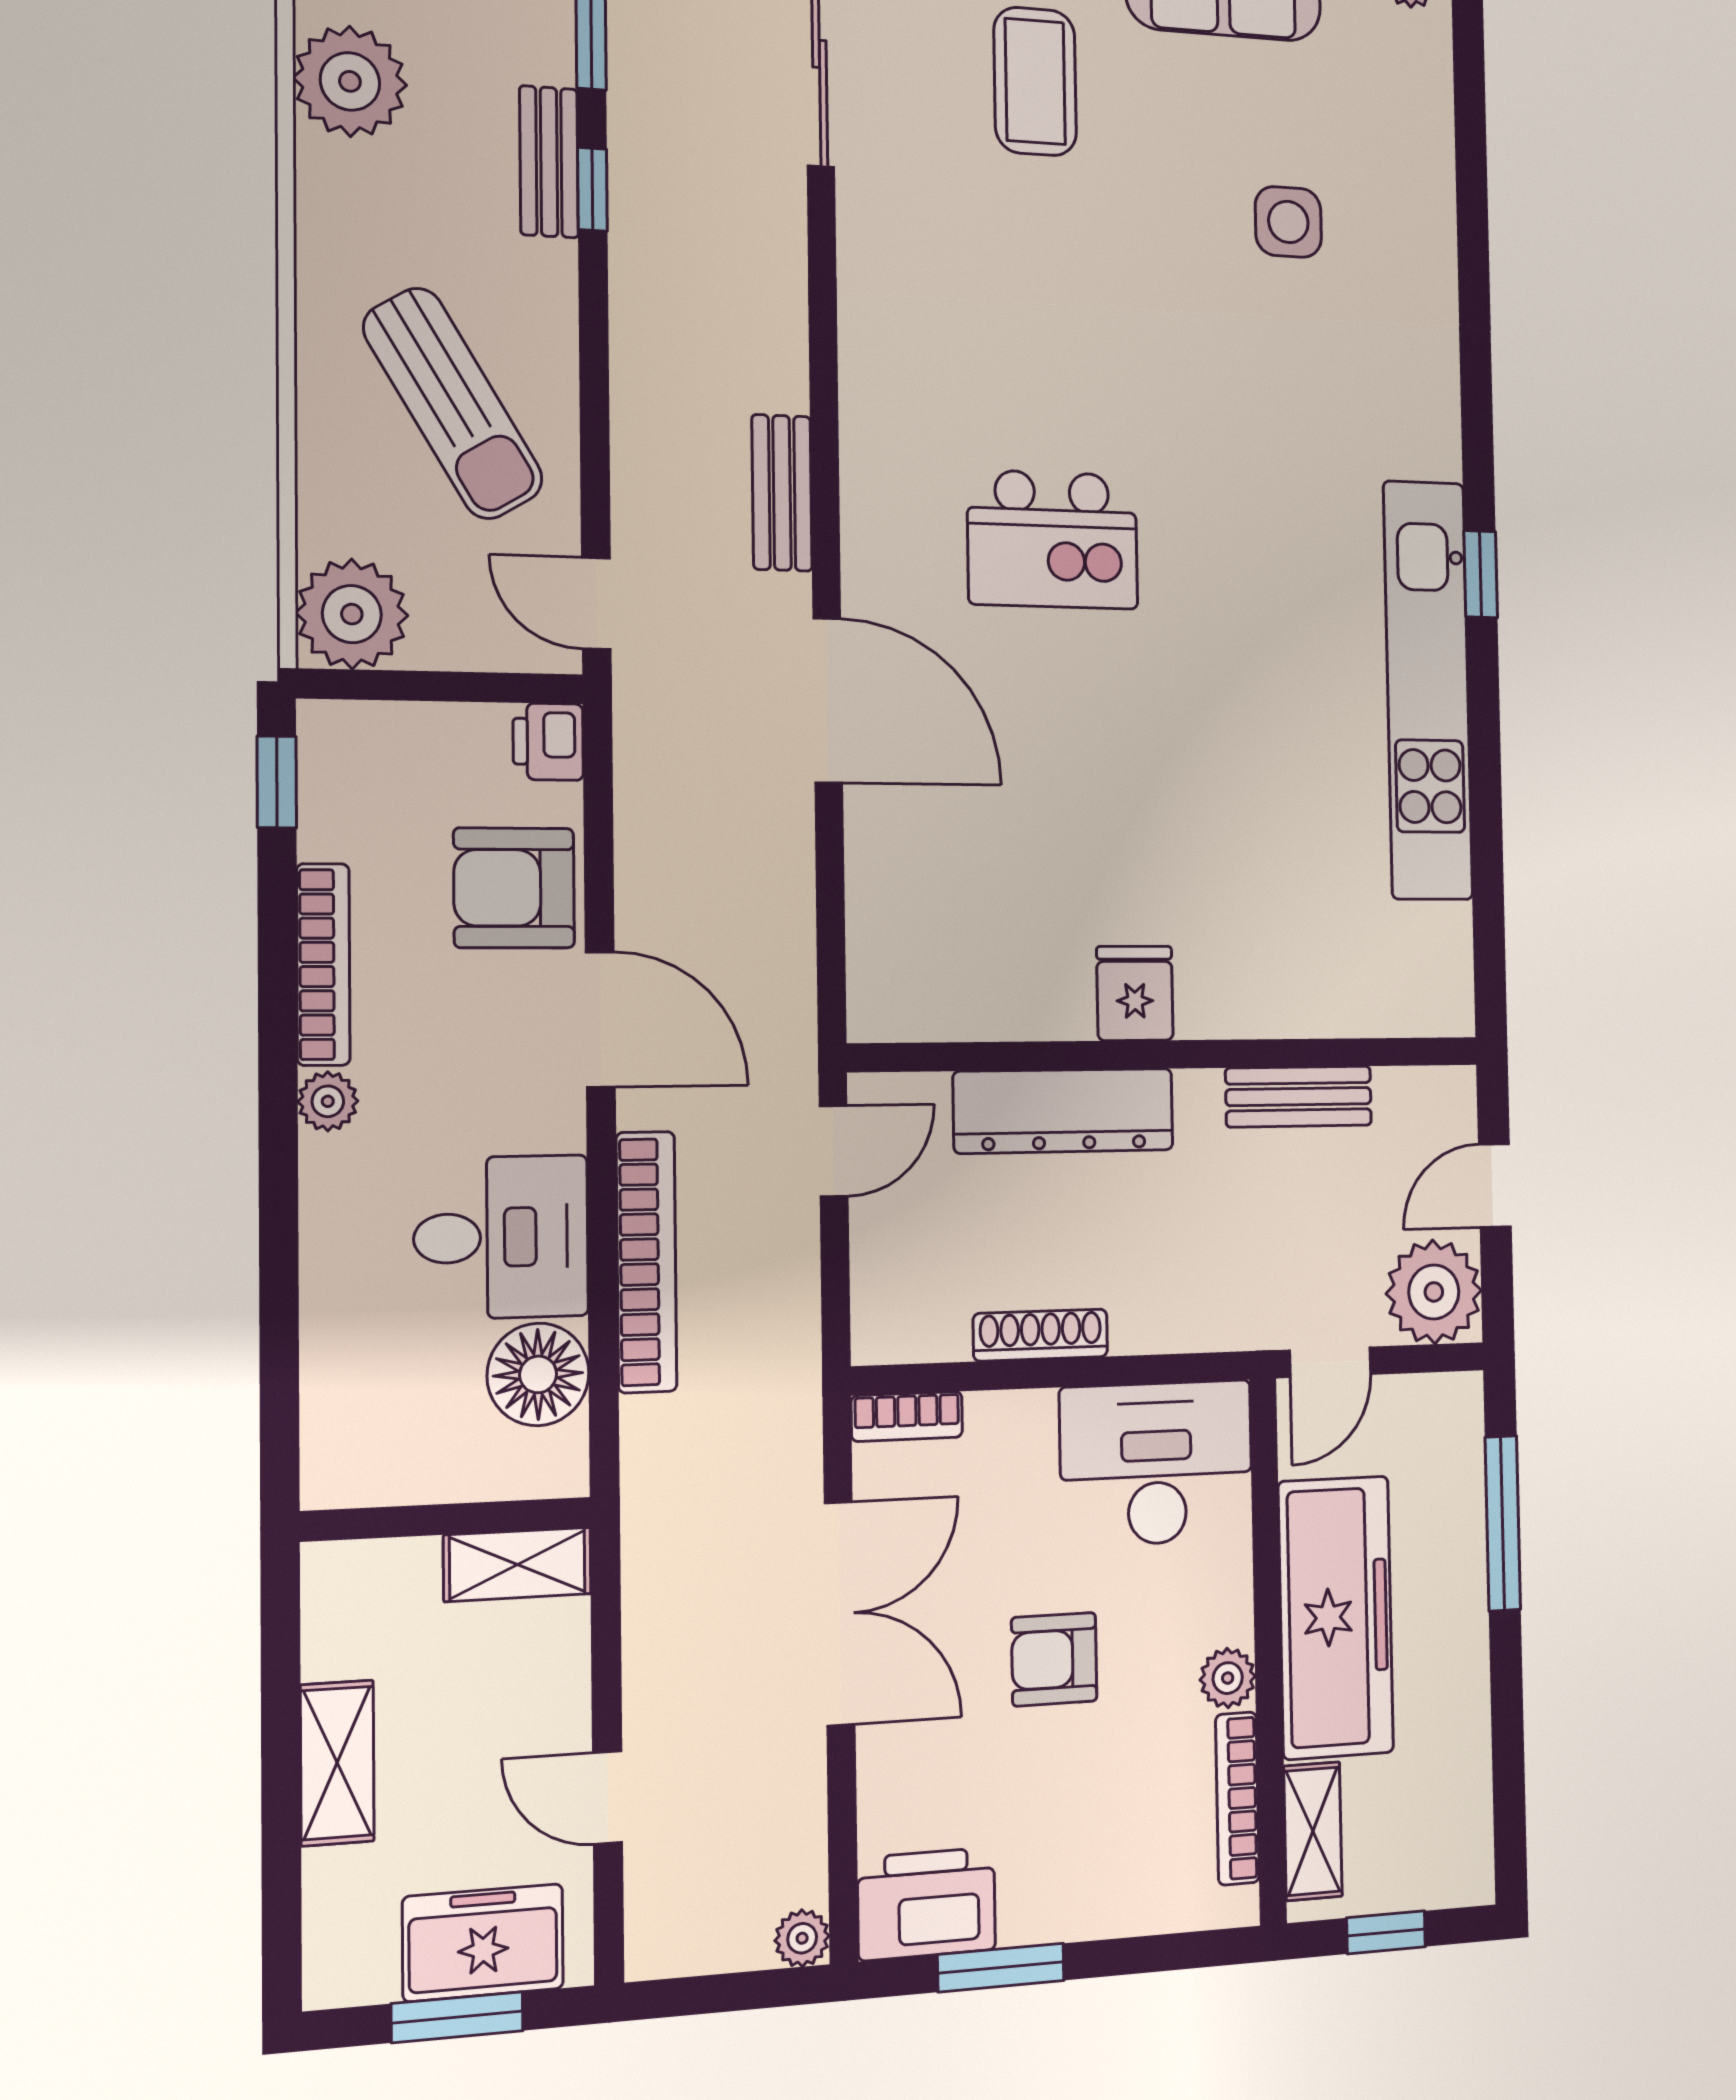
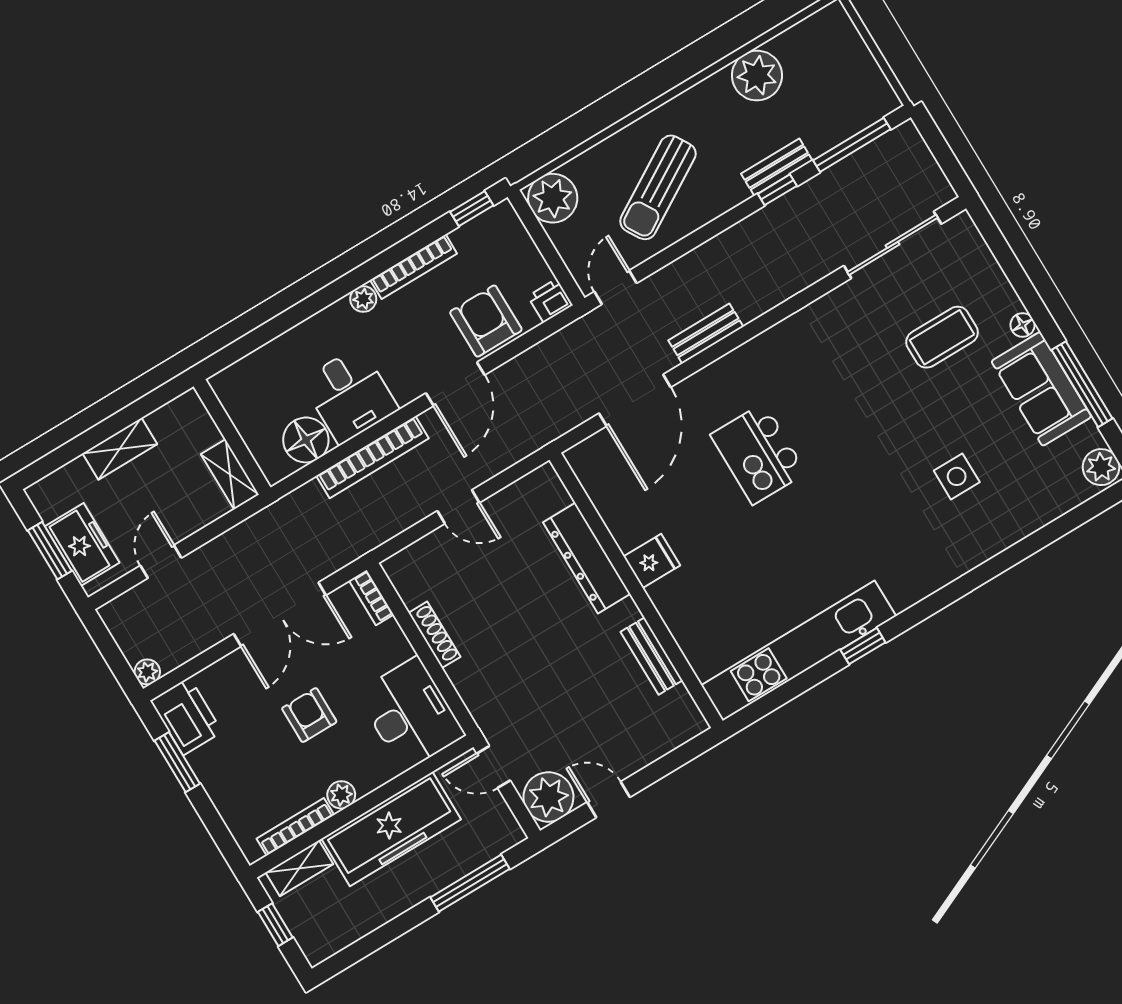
fridge: (1135, 993) -> (652, 561), moved
wall: (1170, 1054) -> (636, 590), moved
bench: (1299, 1097) -> (652, 656), moved
dresser: (1064, 1111) -> (587, 558), moved

